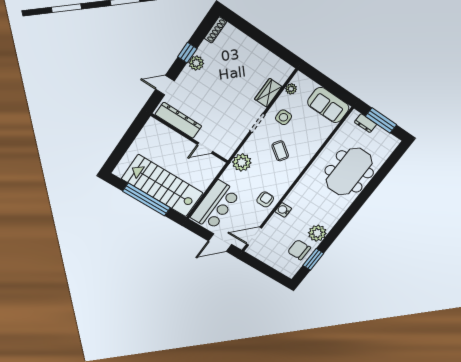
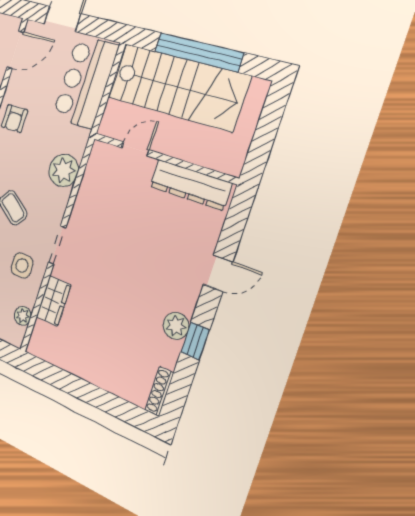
dresser: (178, 120) -> (190, 185), moved
wall: (190, 138) -> (164, 158), moved
door: (205, 148) -> (135, 149), moved

